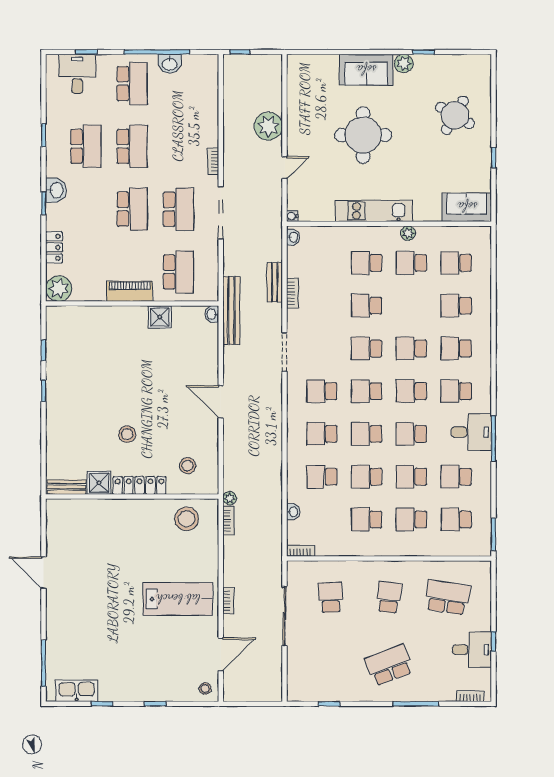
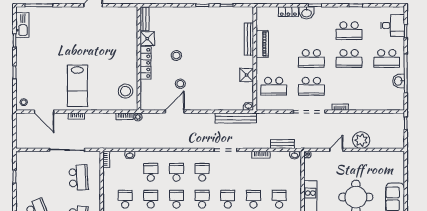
door: (284, 168) -> (336, 150), swing flipped
washbasin: (56, 190) -> (307, 13), moved
bench: (275, 282) -> (283, 144), moved
plant: (59, 289) -> (264, 15), removed
piano: (130, 291) -> (262, 44), moved
bench: (231, 311) -> (236, 118), moved
bench: (100, 313) -> (249, 39), added
door: (221, 402) -> (175, 112), moved
stool: (188, 466) -> (180, 84), moved
school desk: (331, 597) -> (78, 178), width x1.85

